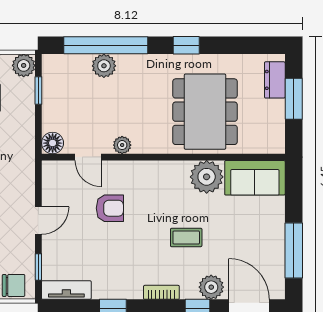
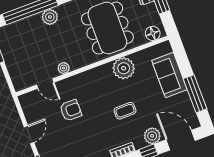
plant: (104, 66) -> (50, 17), moved
floor lamp: (53, 143) -> (153, 33), moved
sofa: (255, 178) -> (169, 75), moved, turned 90

